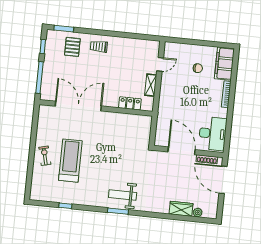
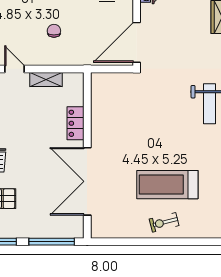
chair: (198, 68) -> (54, 31), moved
locker: (130, 103) -> (76, 123), moved
door: (181, 151) -> (137, 42), moved

